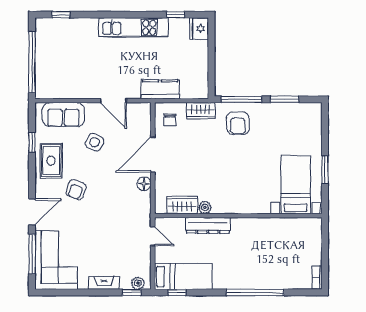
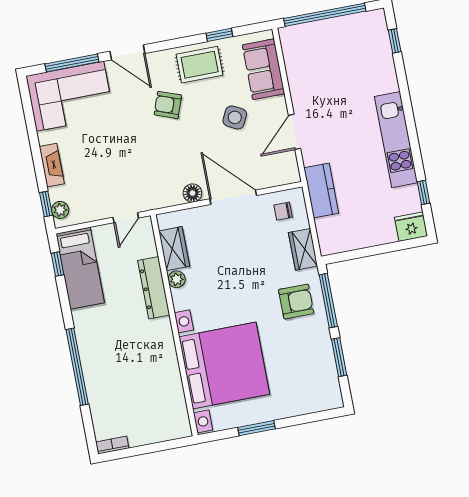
armchair: (238, 123) -> (296, 302), turned 180
bed with nightstands: (296, 185) -> (224, 366), width x1.85

